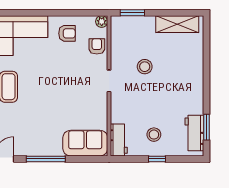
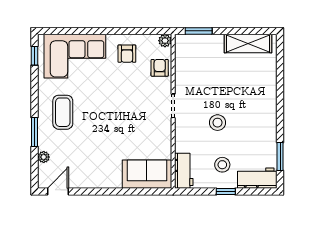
armchair: (67, 33) -> (127, 54), turned 90
stool: (145, 67) -> (218, 123), moved
workbench: (194, 133) -> (257, 178), moved, turned 90
window: (46, 159) -> (104, 191), removed

